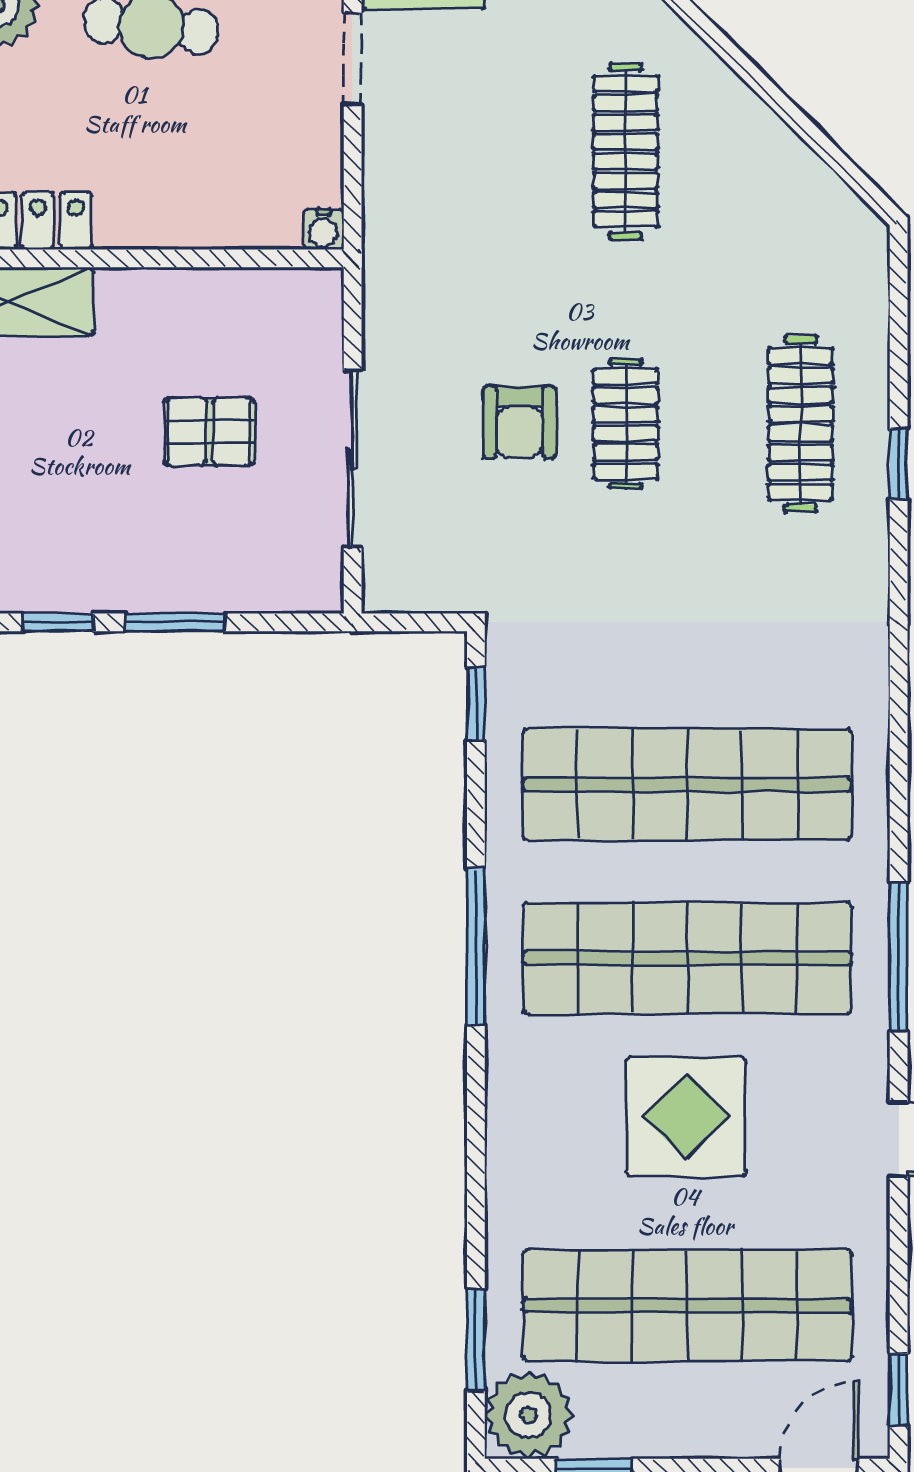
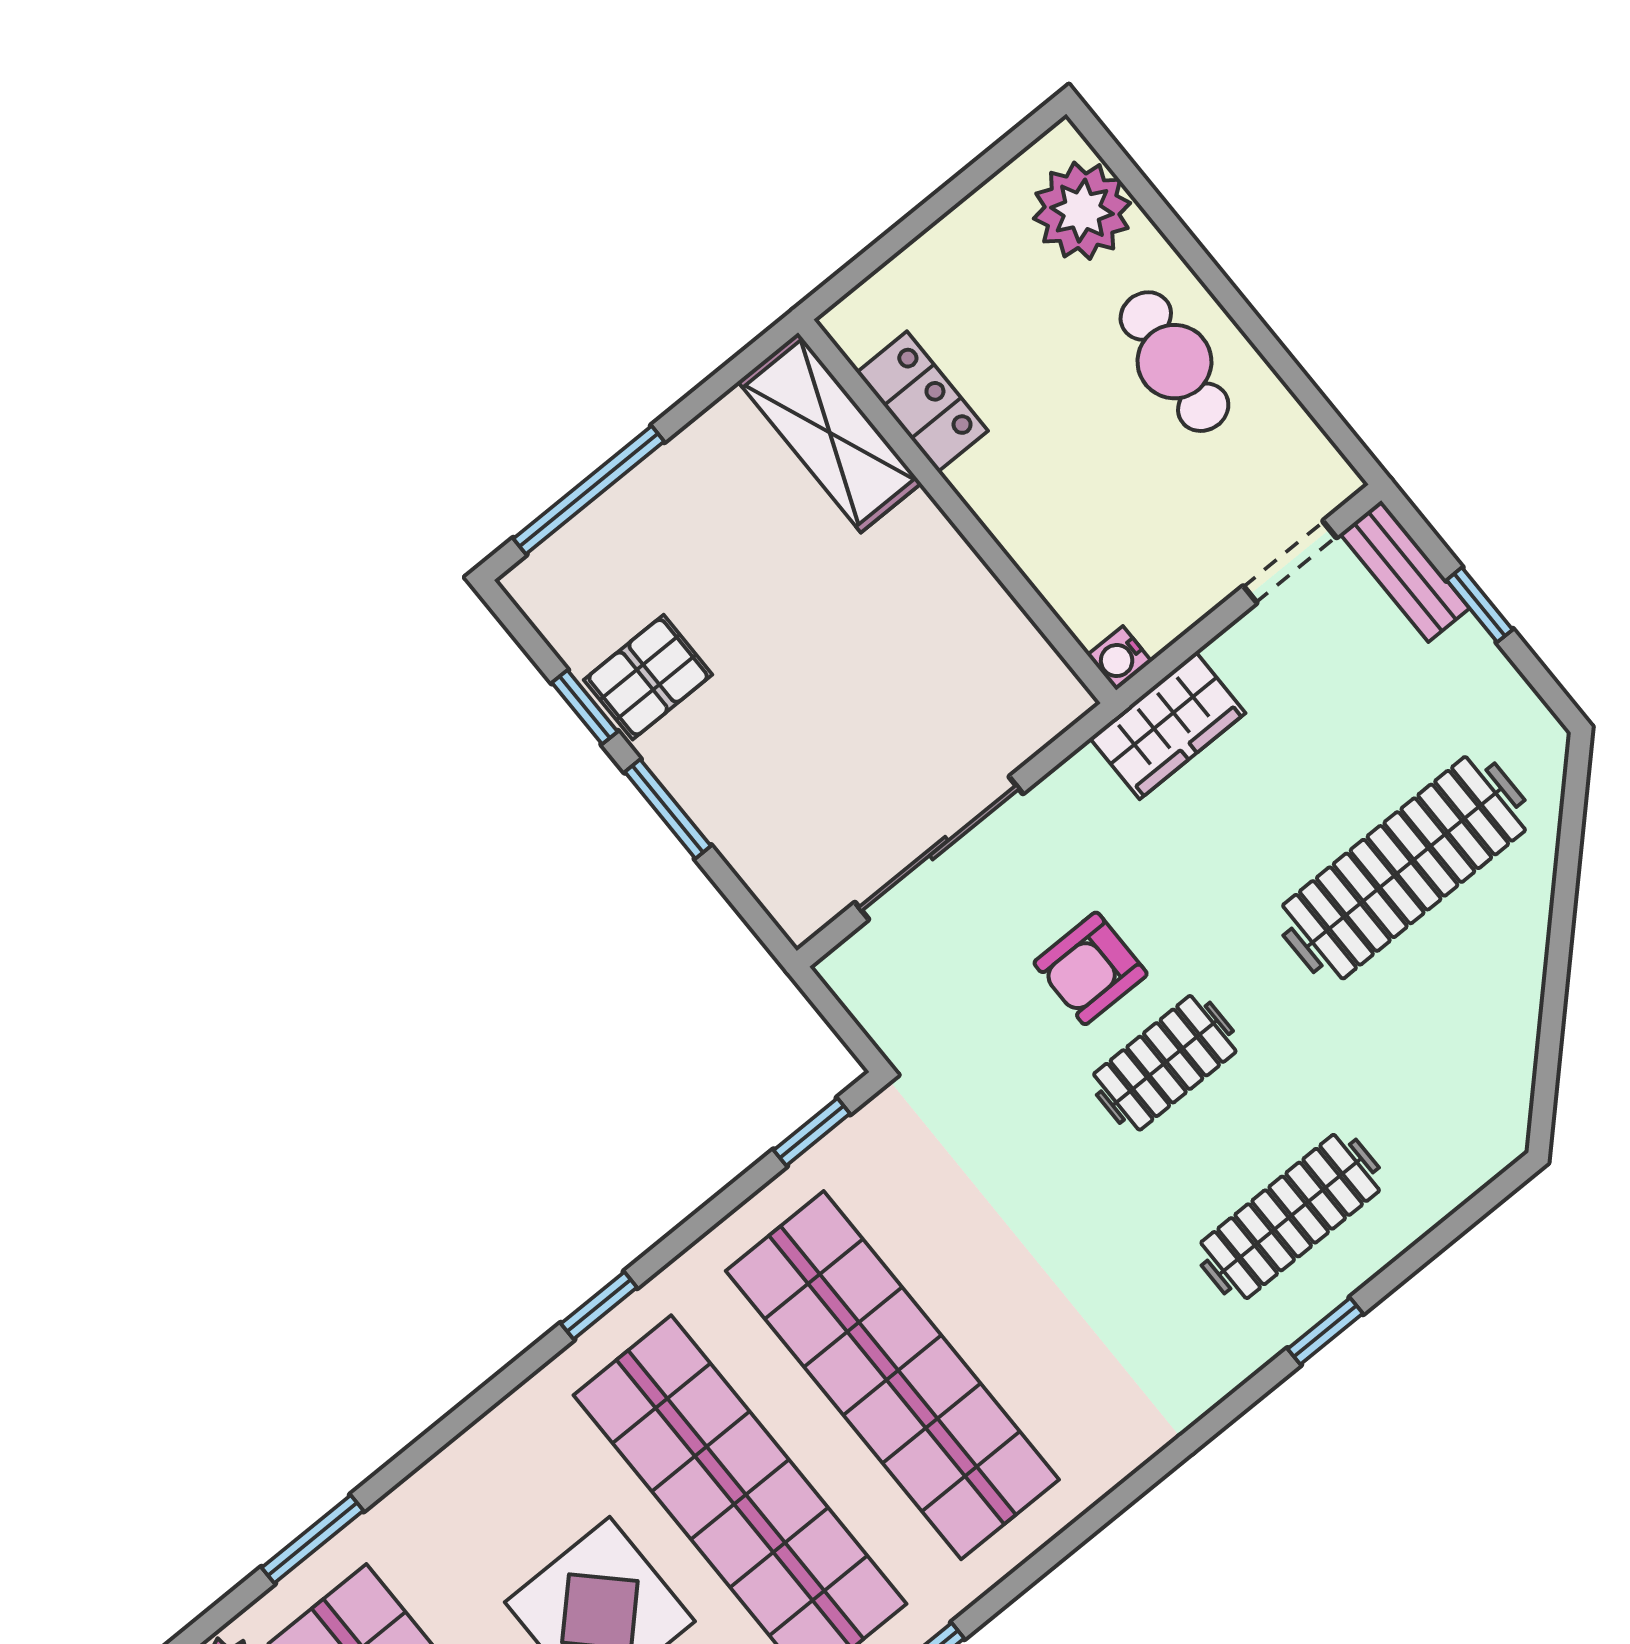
clothes rail: (626, 151) -> (1404, 868), width x1.37, depth x1.31
wardrobe: (396, 234) -> (1168, 726), added
pallet: (209, 432) -> (648, 677), moved, turned 90
window: (476, 947) -> (599, 1306), width x0.46
window: (476, 1339) -> (313, 1539), moved

